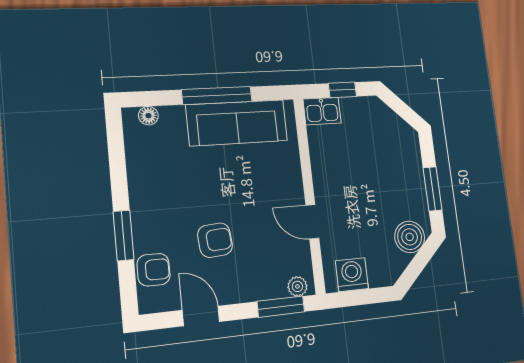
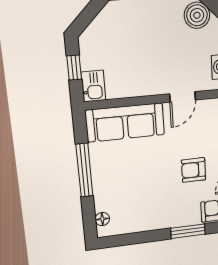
sofa: (237, 123) -> (125, 122), moved, turned 90
armchair: (215, 240) -> (194, 170), turned -85

